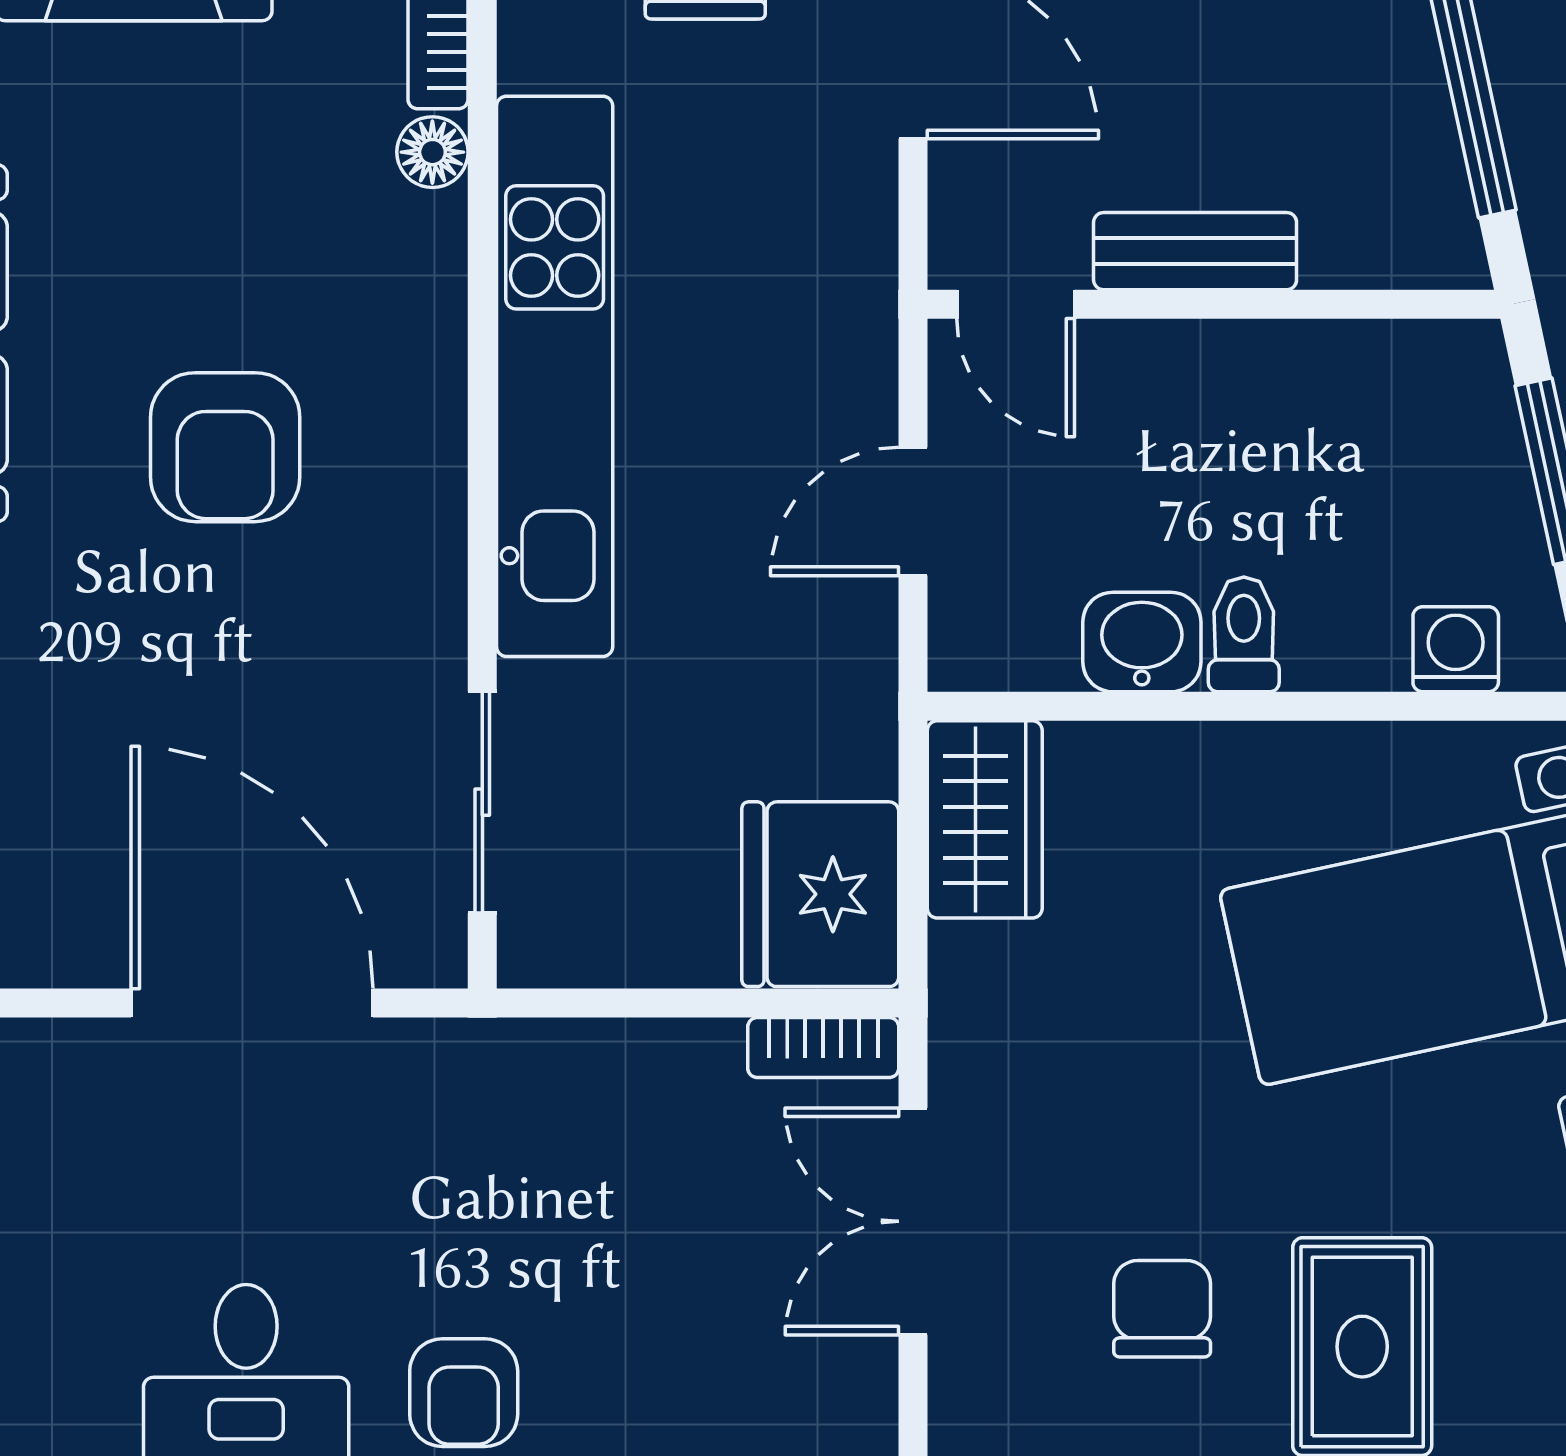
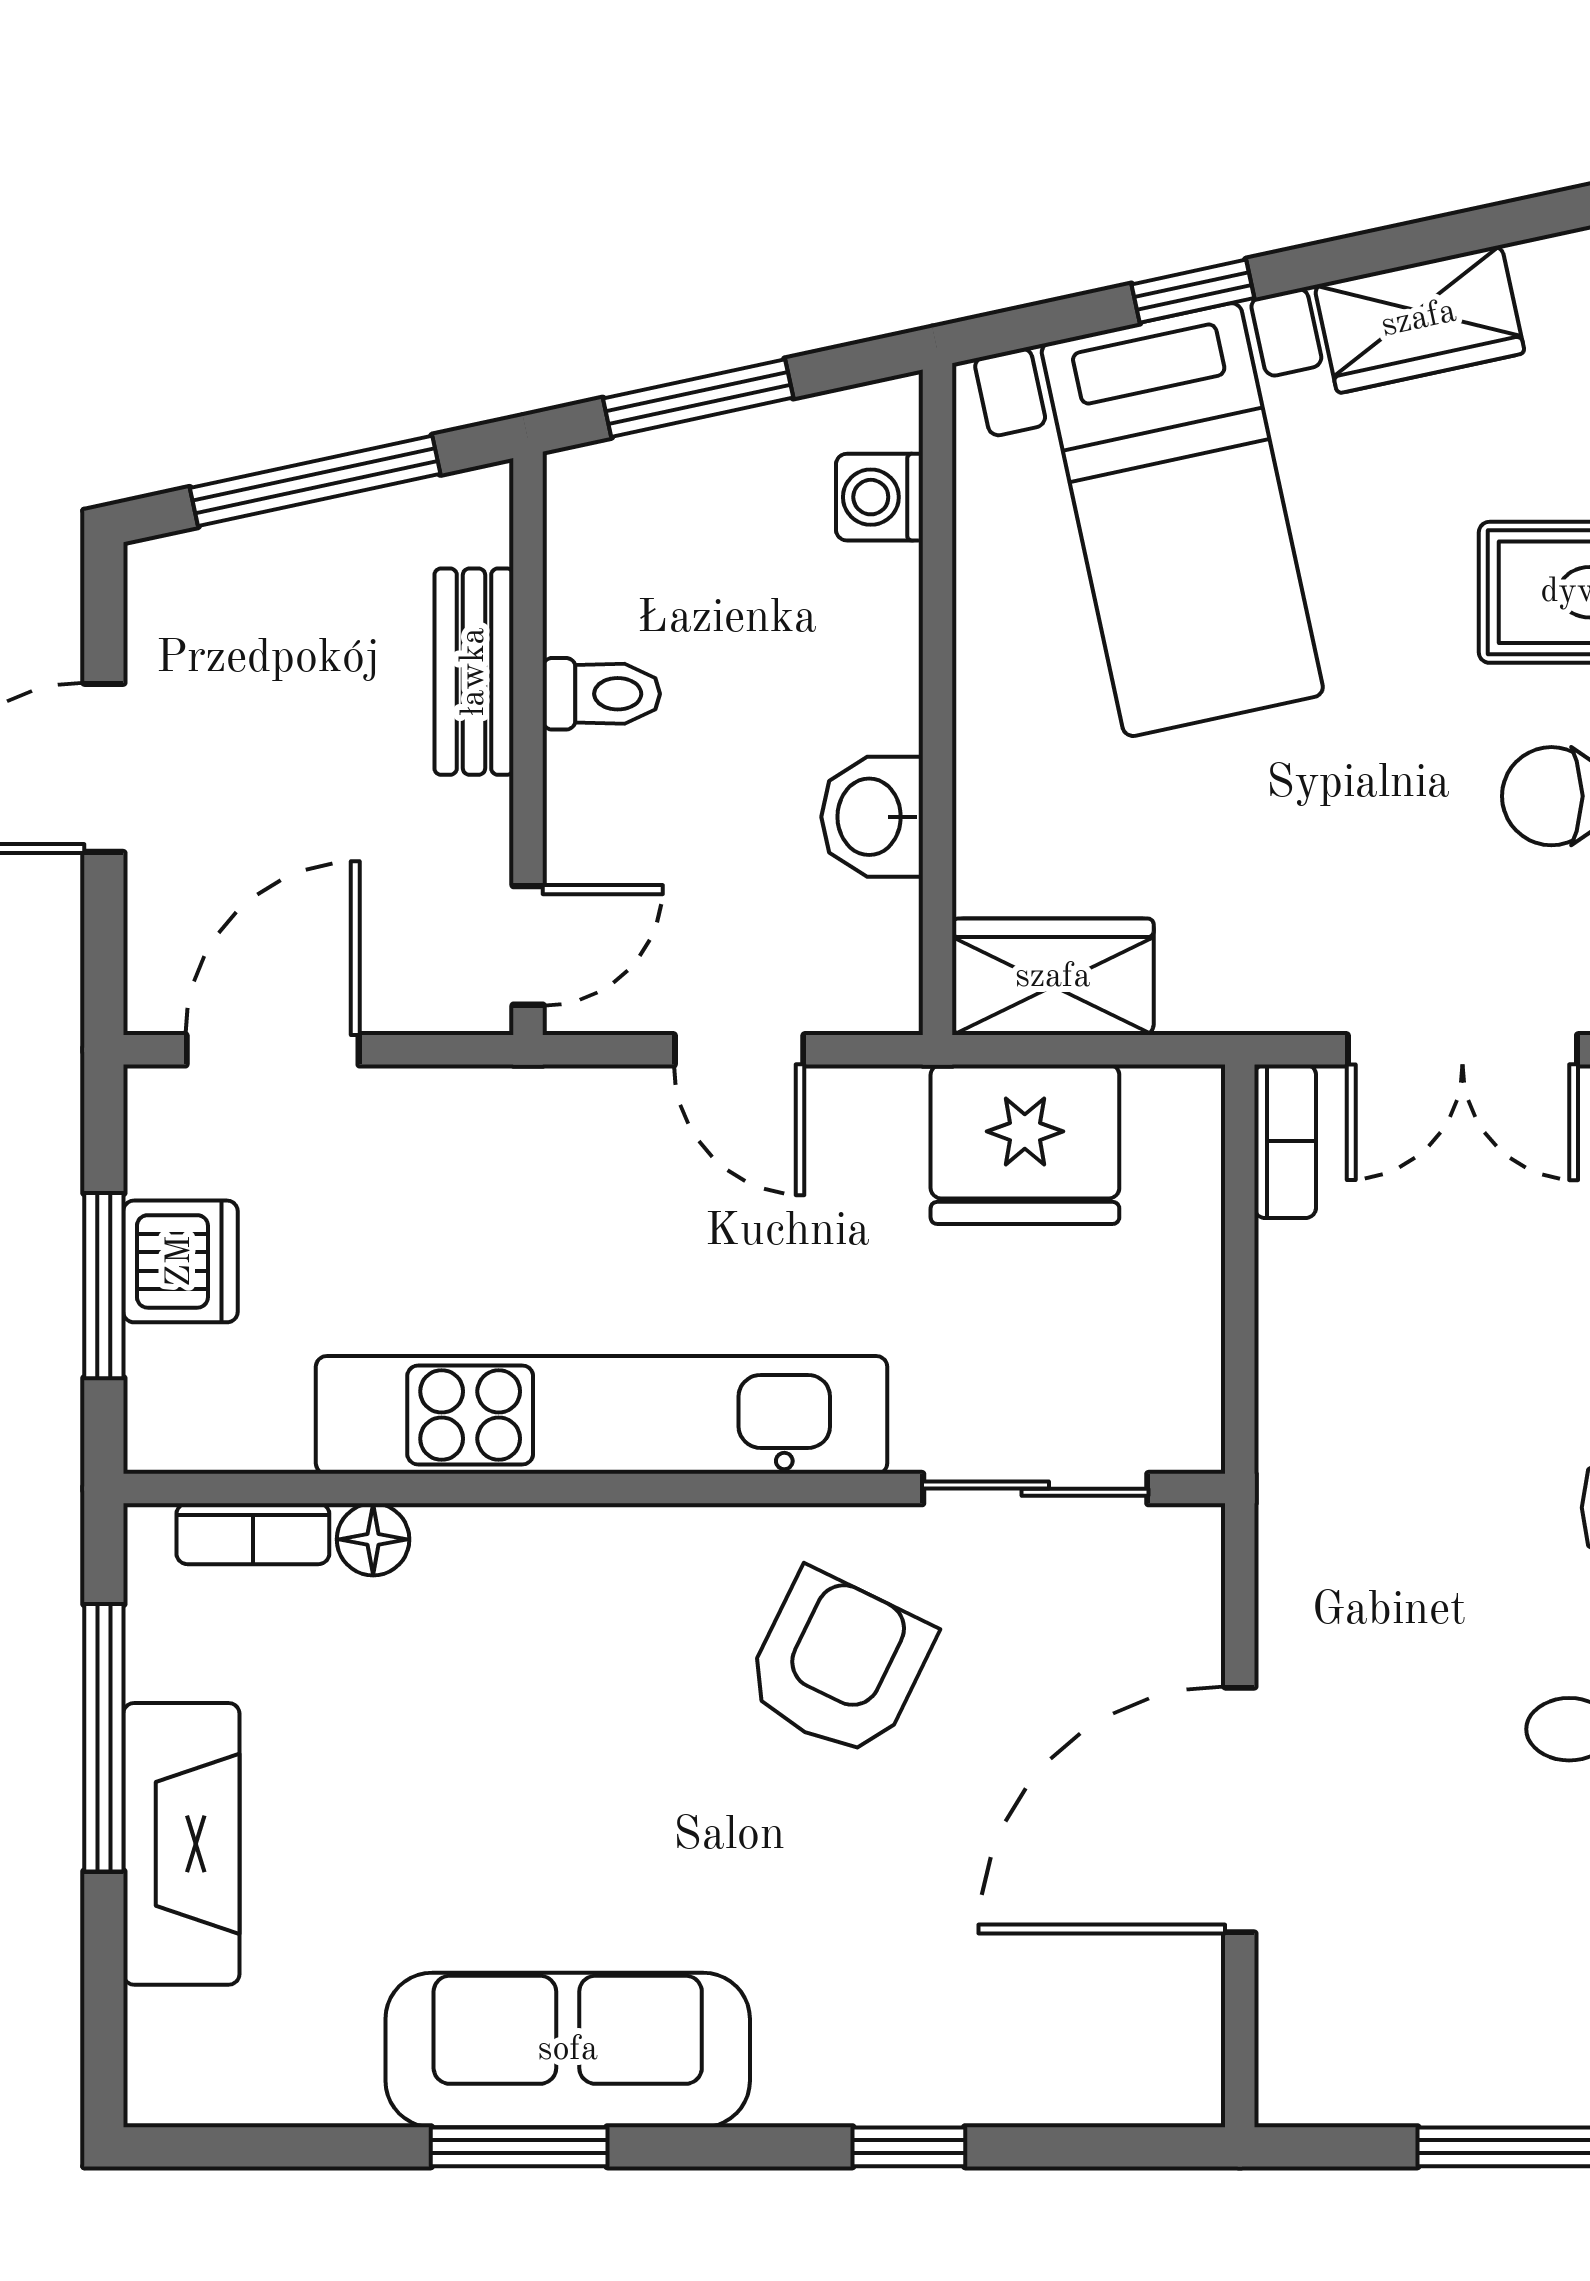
bench: (1195, 251) -> (474, 672), moved
armchair: (225, 447) -> (839, 1664), moved, turned -64
toilet: (1244, 634) -> (601, 694), moved, turned 180
fridge: (820, 894) -> (1025, 1144), moved
door: (252, 1003) -> (1240, 1810), moved

